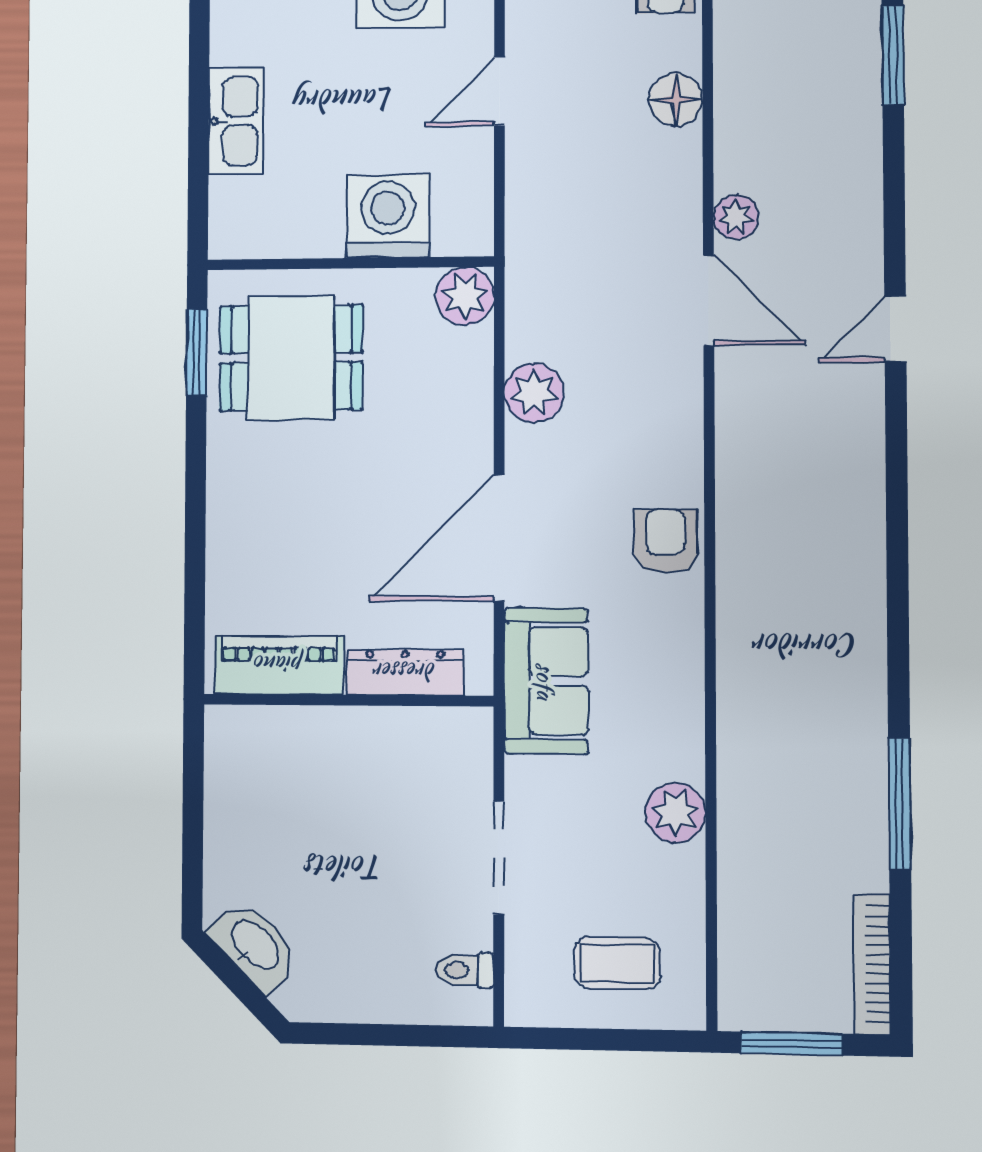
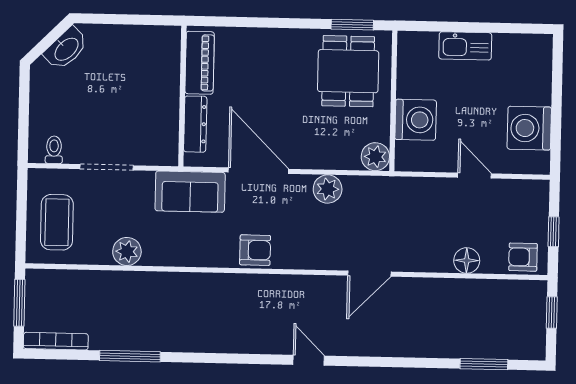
plant: (736, 217) -> (409, 288), removed
door: (895, 329) -> (309, 360), moved
coffee table: (617, 963) -> (57, 222), width x1.36, depth x1.30

